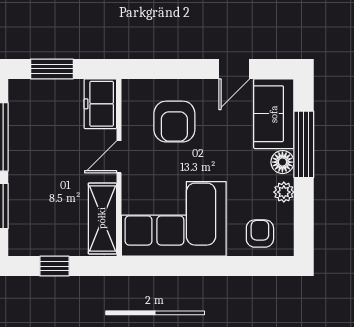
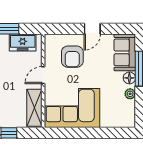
door: (234, 69) -> (92, 29), moved
freezer: (100, 104) -> (23, 43), moved, turned -90
armchair: (260, 234) -> (117, 116), removed

